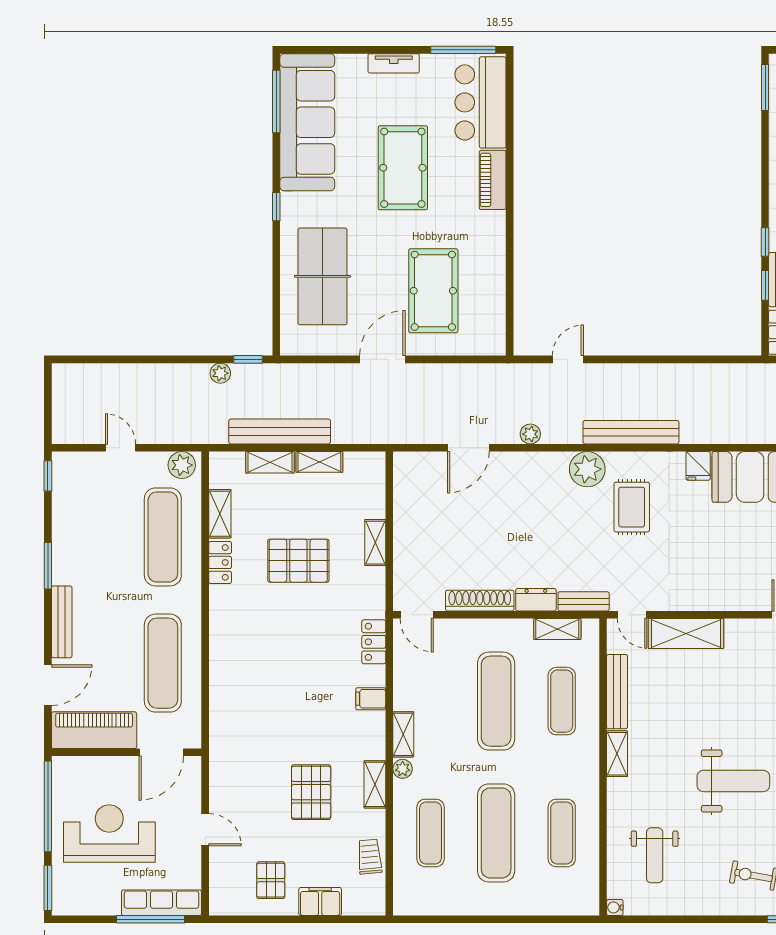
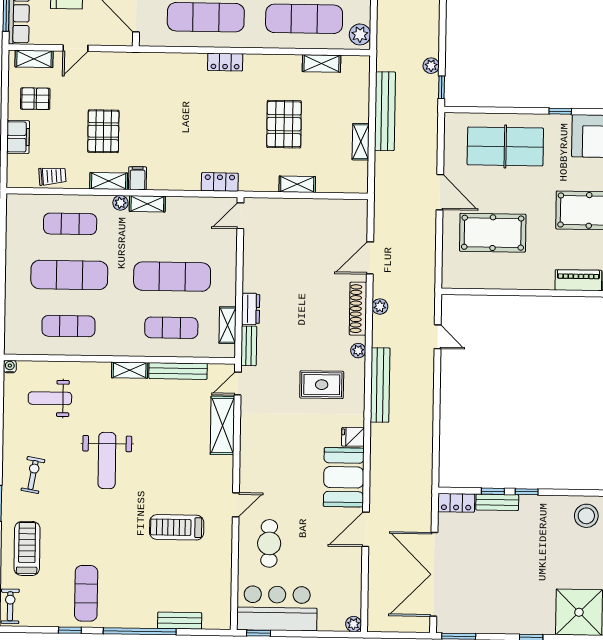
door: (468, 448) -> (370, 258), hinge flipped
shelving: (270, 462) -> (34, 59), moved, turned 90
plant: (587, 469) -> (358, 351), width x0.53, depth x0.53
locker: (220, 562) -> (225, 62), moved
shoe rack: (480, 601) -> (358, 309), moved, turned 180
filing cabinet: (371, 699) -> (138, 178), moved
pallet: (311, 792) -> (103, 131), turned 90

